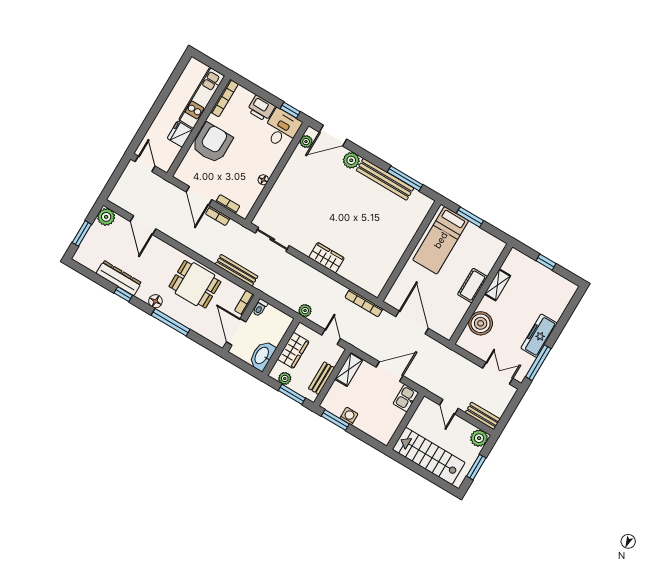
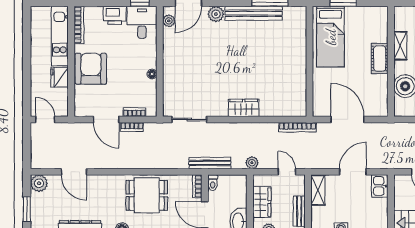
bench: (237, 270) -> (210, 163), moved

